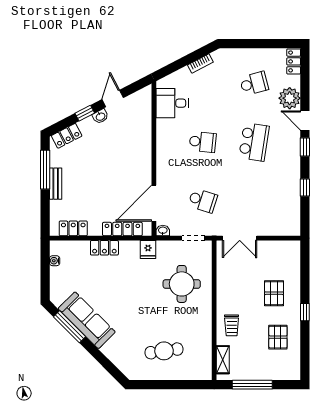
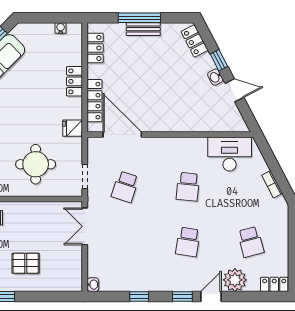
desk: (172, 103) -> (230, 154), width x1.37
school desk: (254, 142) -> (188, 242), width x0.54
window: (45, 170) -> (139, 18), moved
washbasin: (163, 231) -> (93, 285), moved

